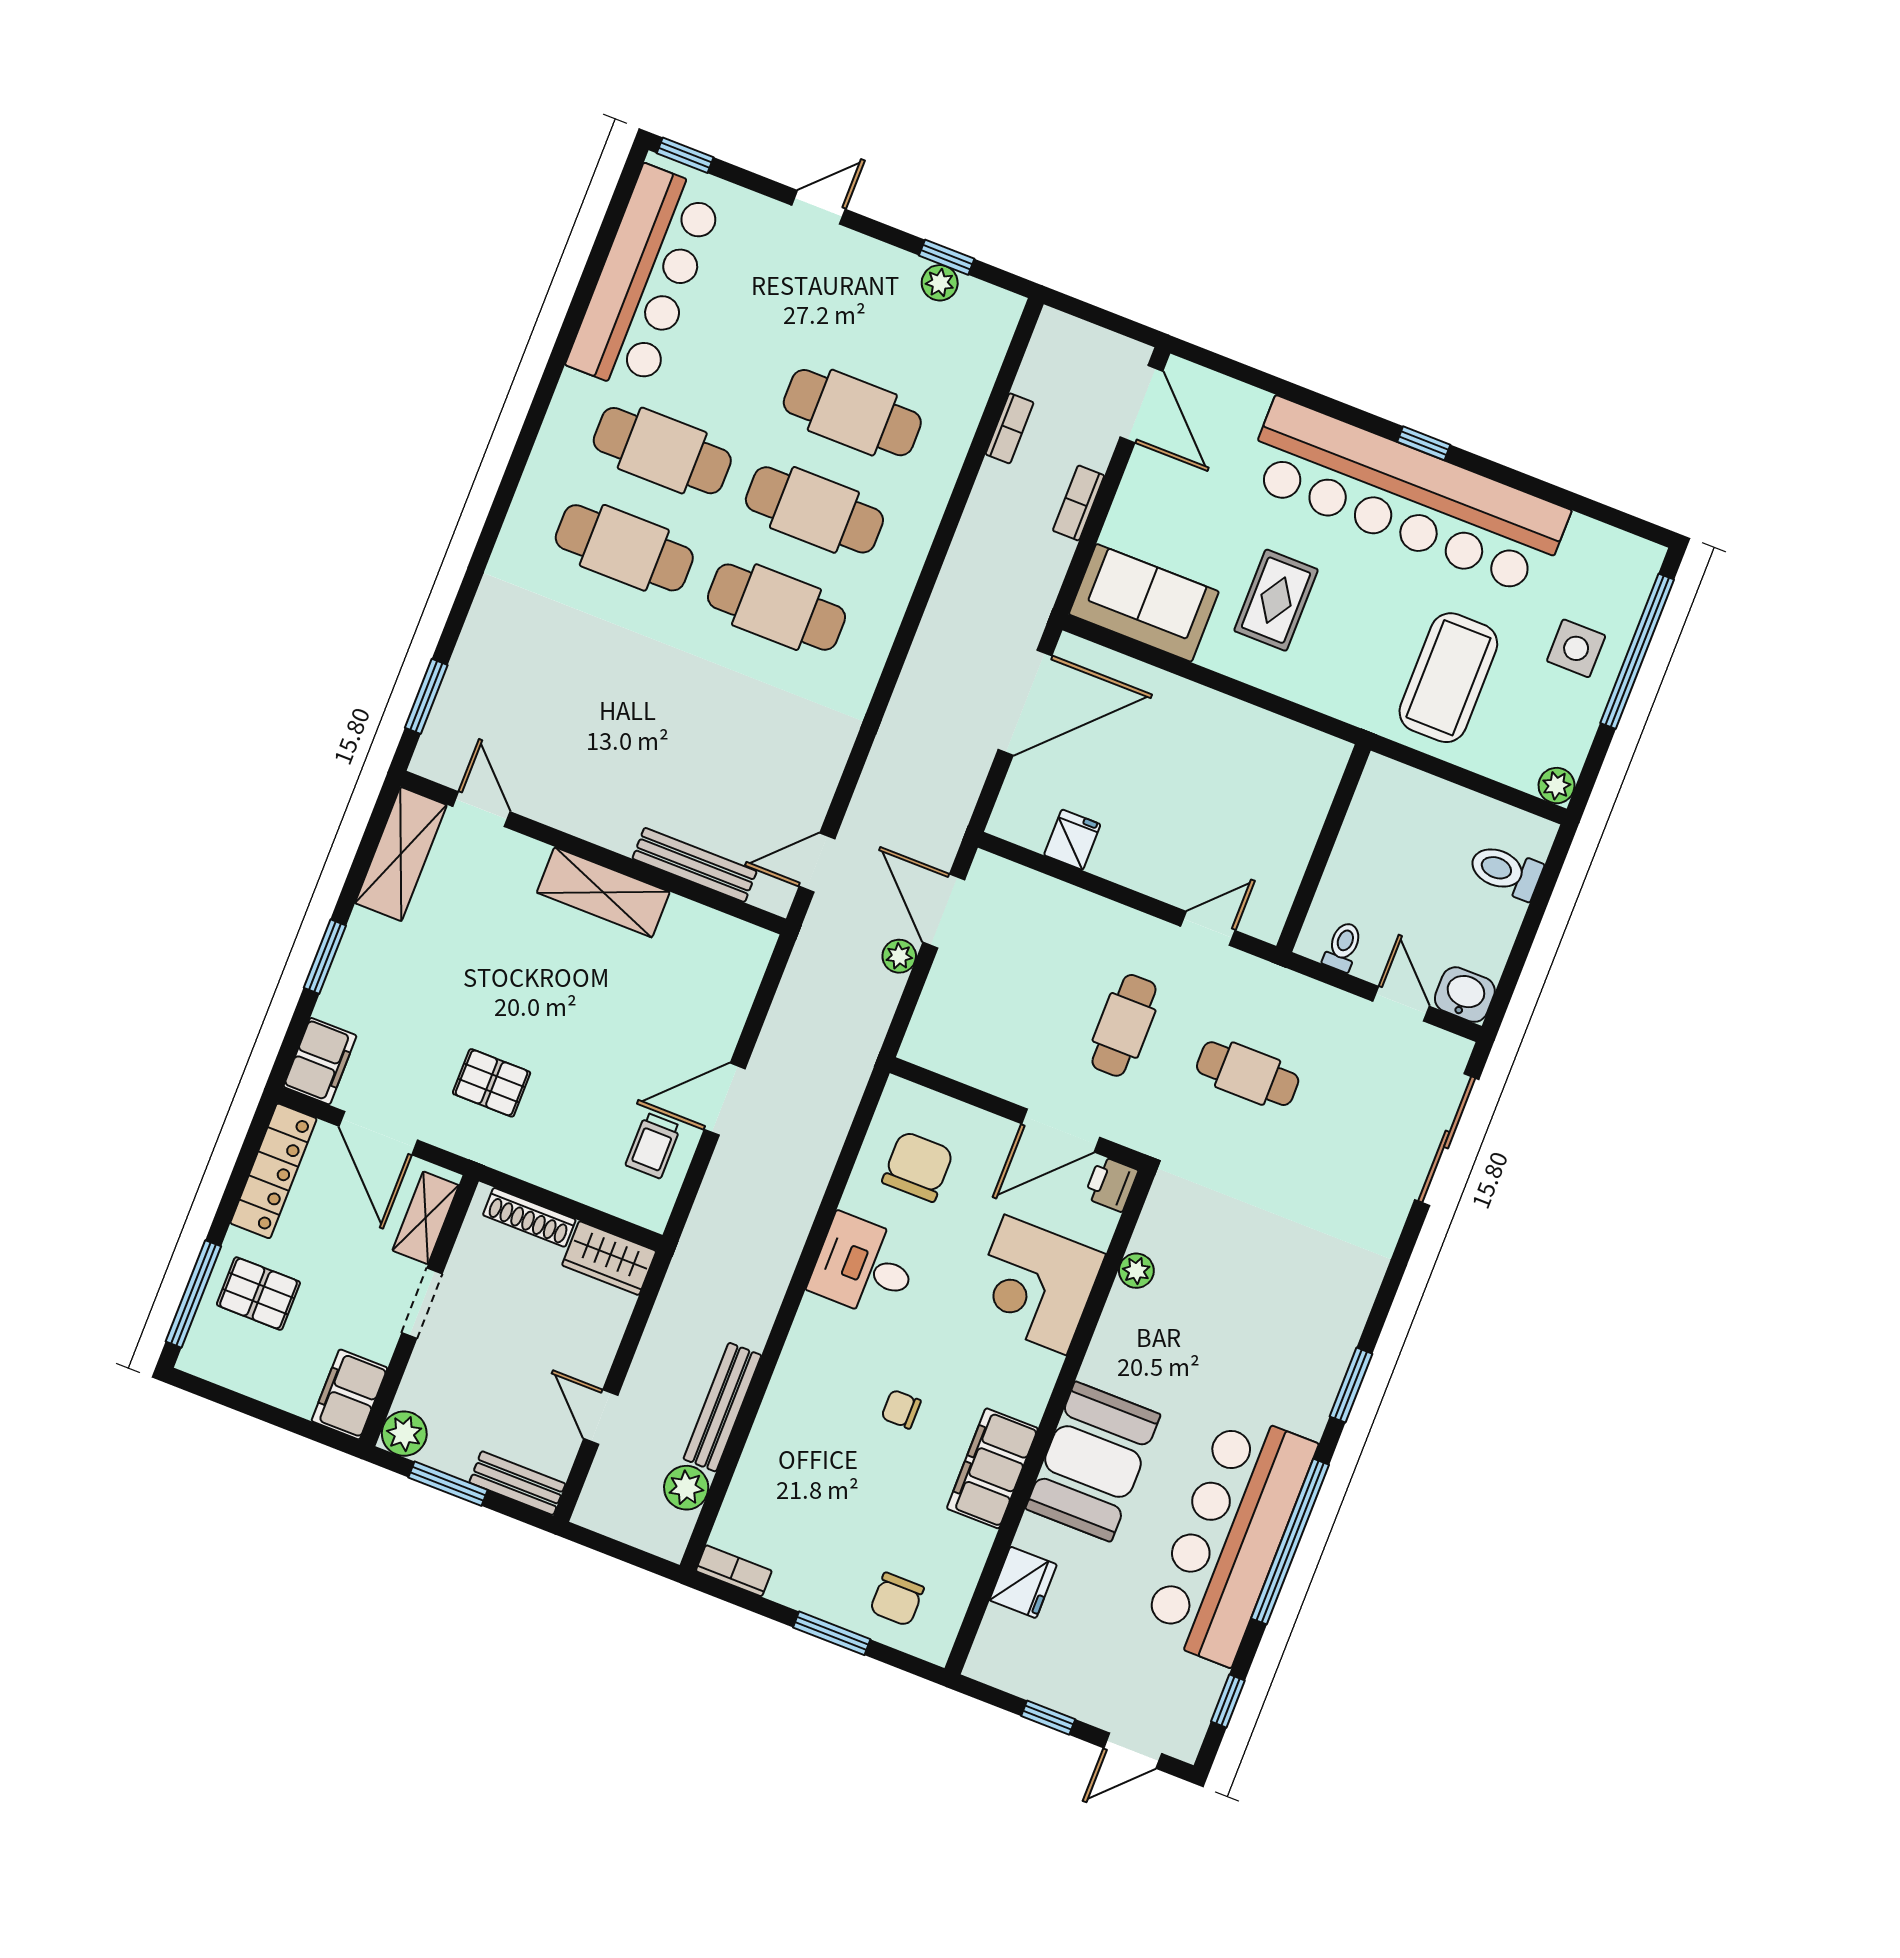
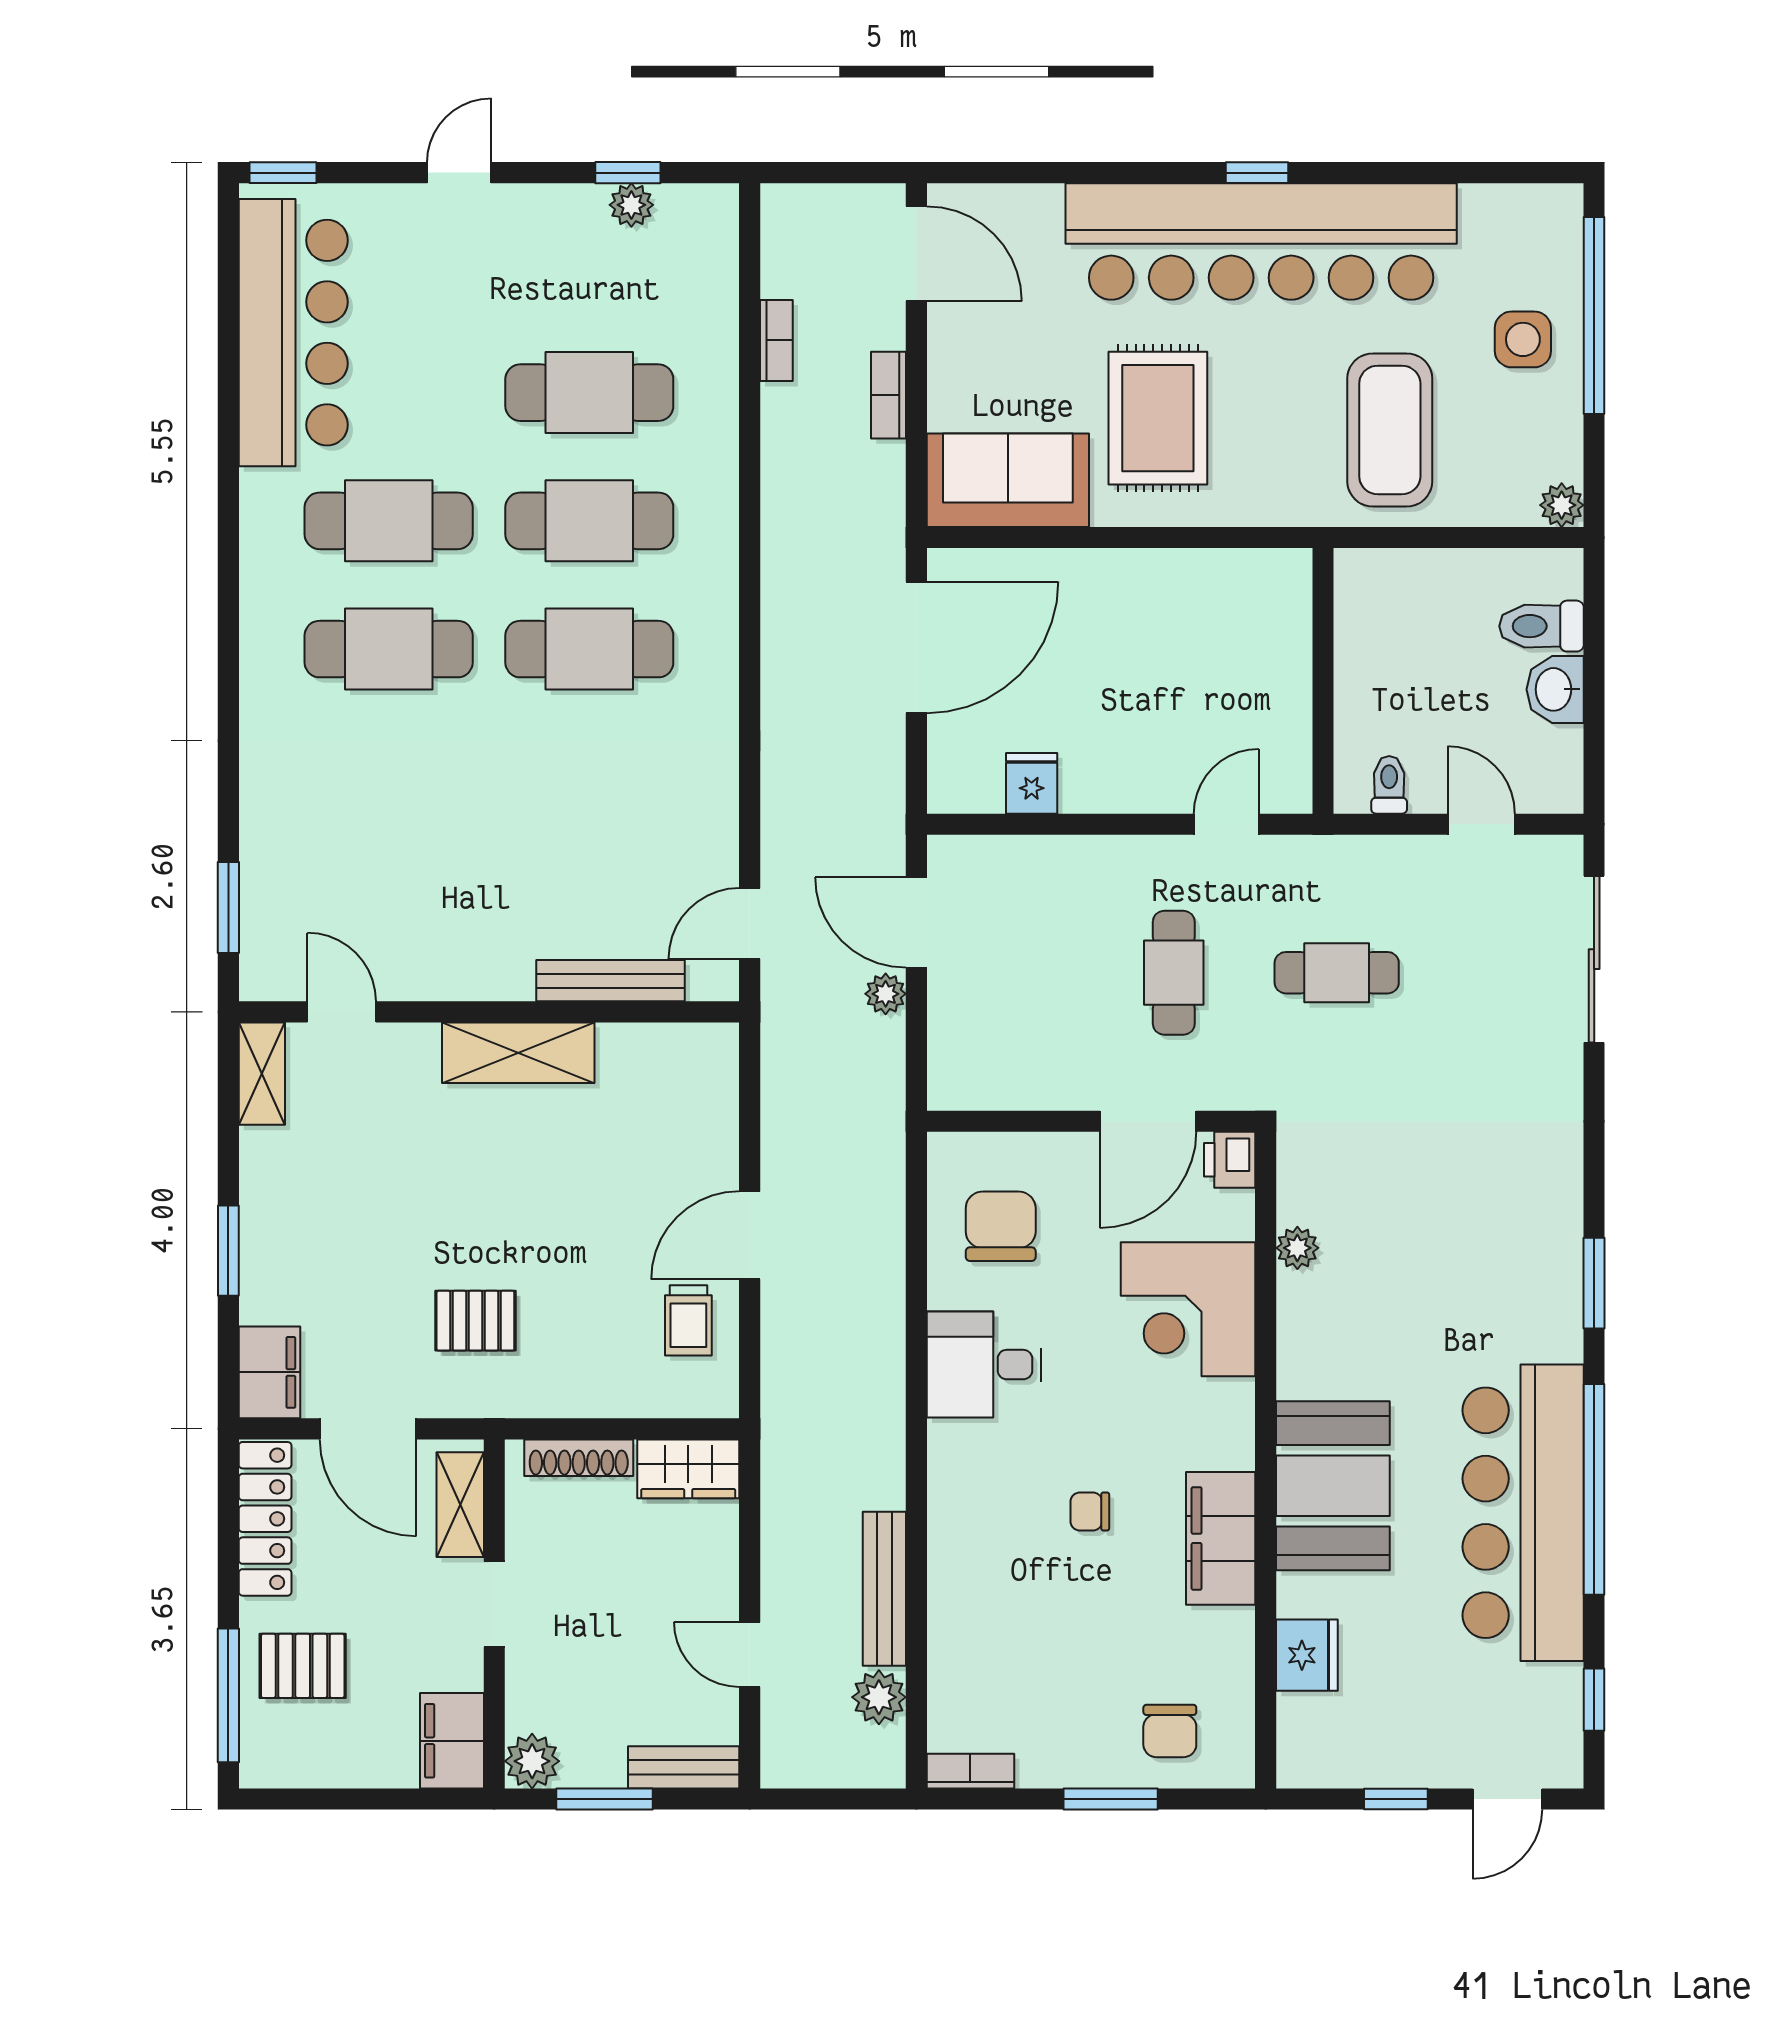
rug: (1276, 600) -> (1158, 418), width x1.36, depth x1.43
shelving: (401, 854) -> (262, 1074), width x0.67, depth x0.75
washbasin: (1465, 995) -> (1555, 689), moved, turned -90

